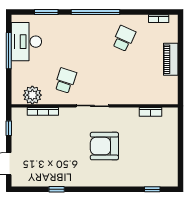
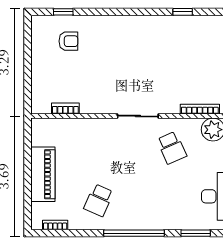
piano: (171, 59) -> (43, 174), width x1.37, depth x1.33
school desk: (65, 81) -> (172, 148), turned -42
armchair: (104, 146) -> (68, 41), moved, width x0.53, depth x0.53

